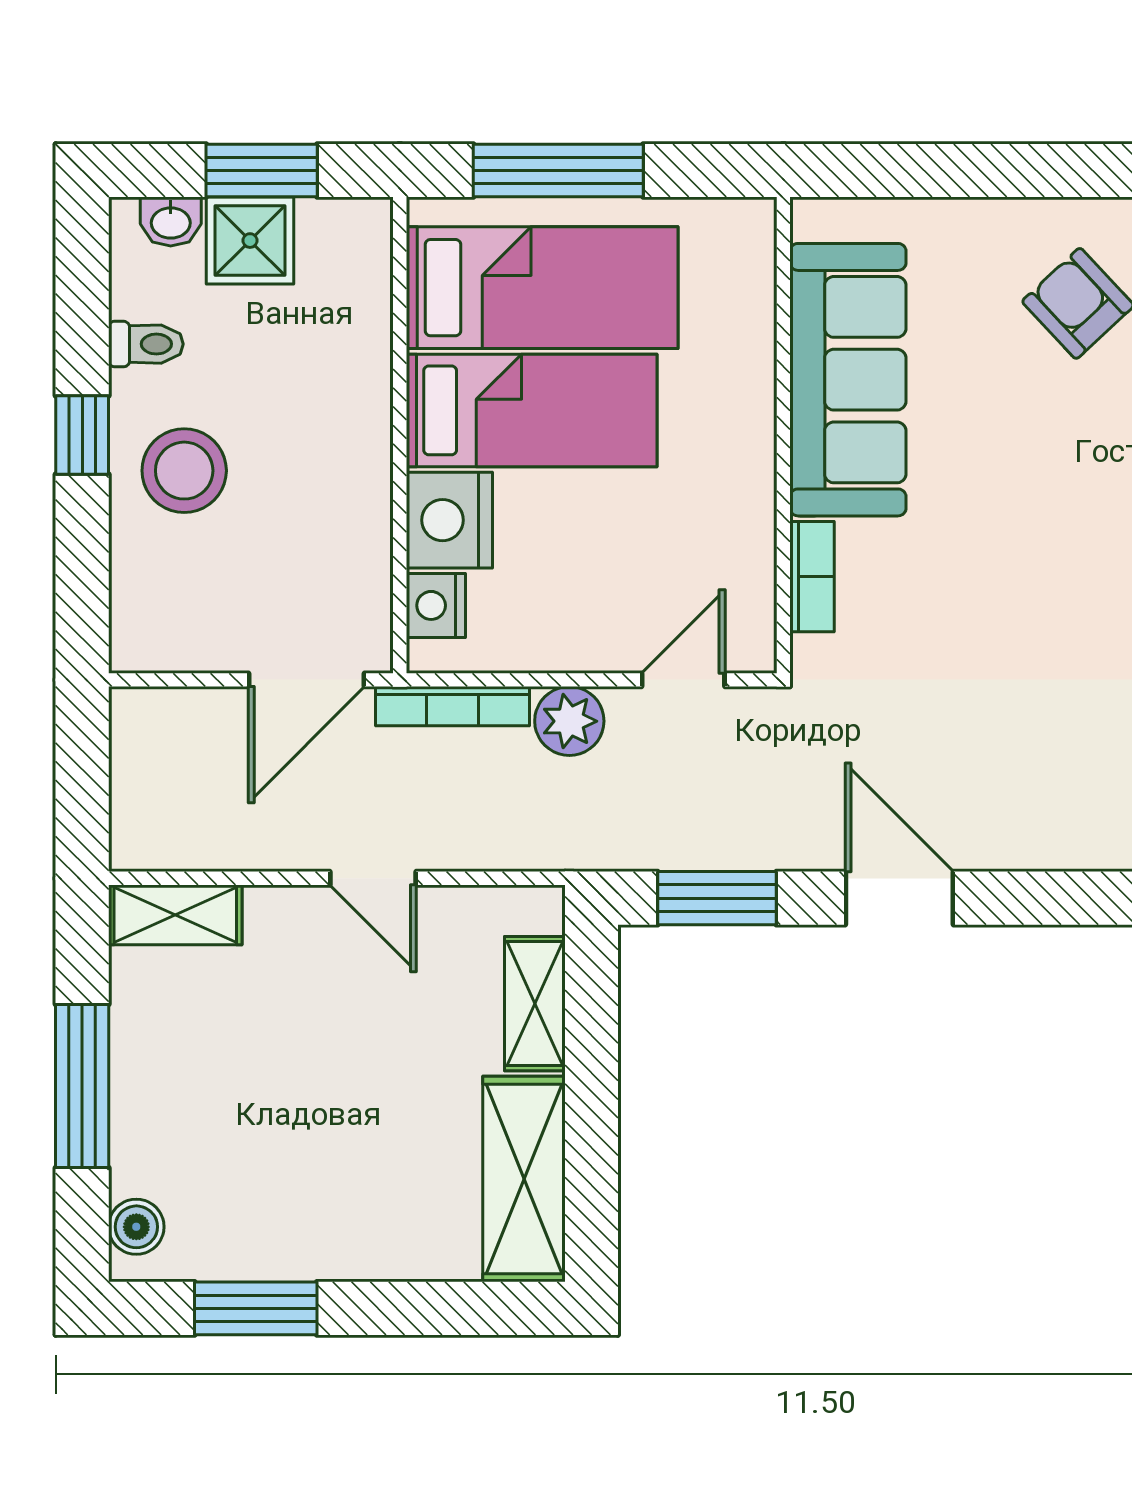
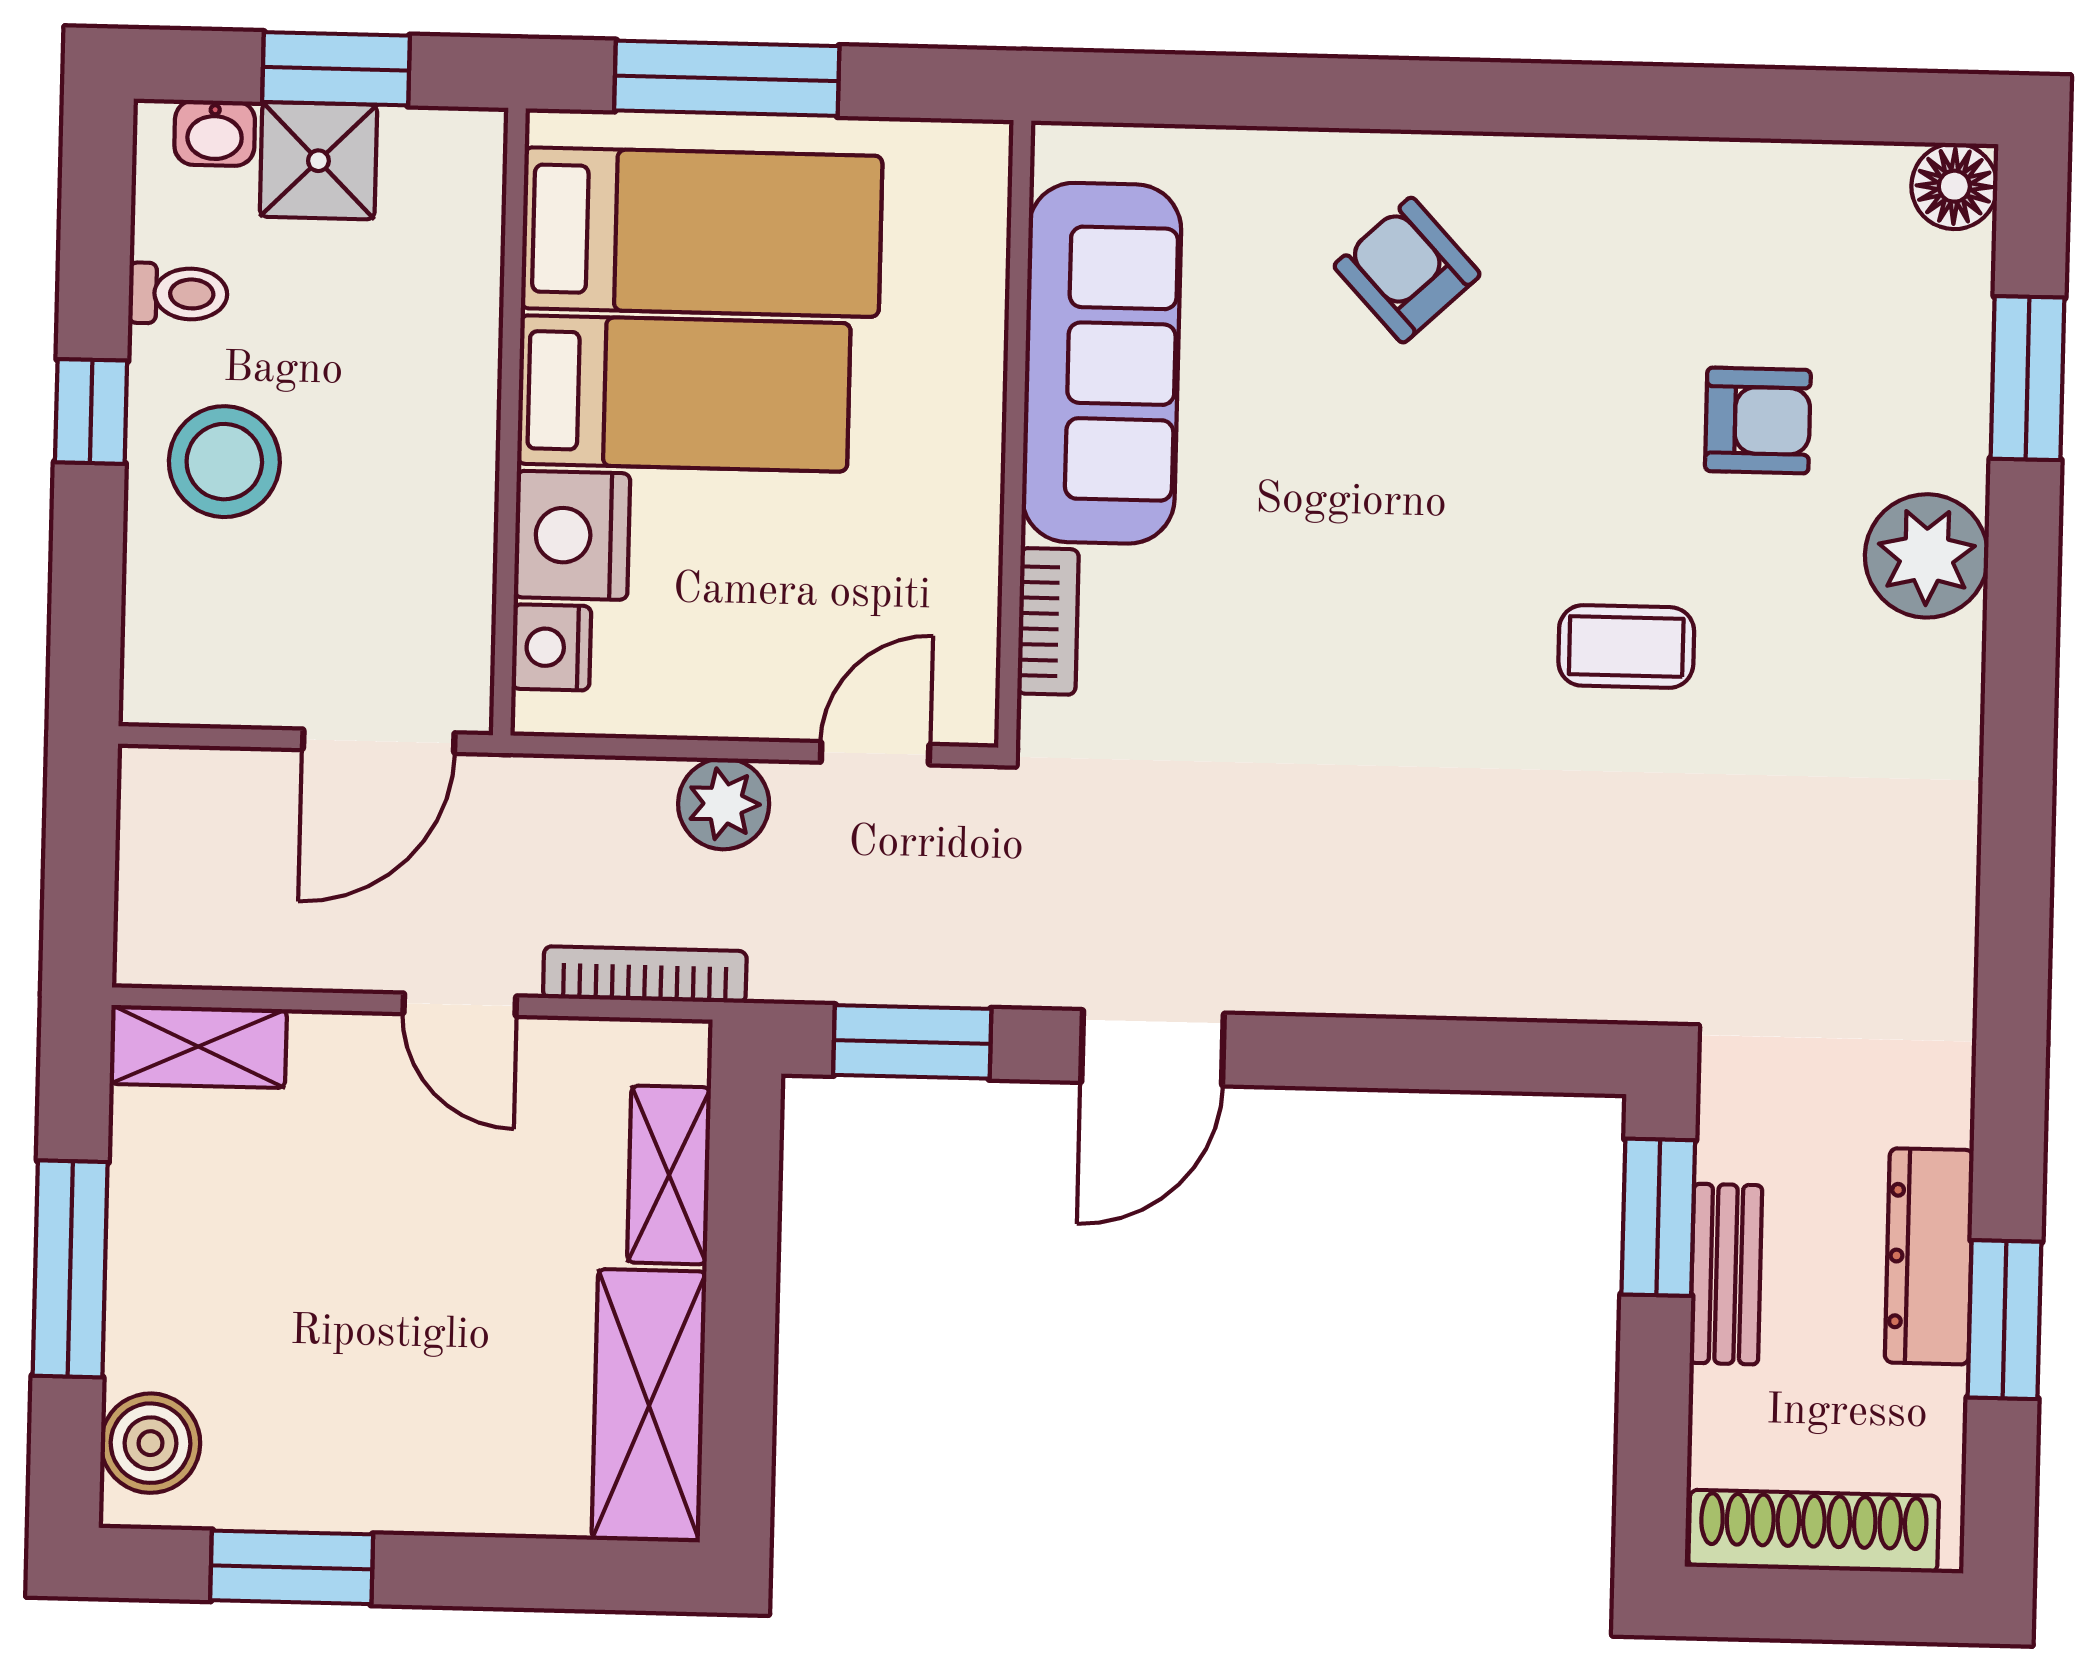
bookcase: (453, 706) -> (645, 975), moved, turned 180
door: (899, 898) -> (1153, 1048), swing flipped
boiler: (136, 1227) -> (151, 1443), width x1.36, depth x1.36

